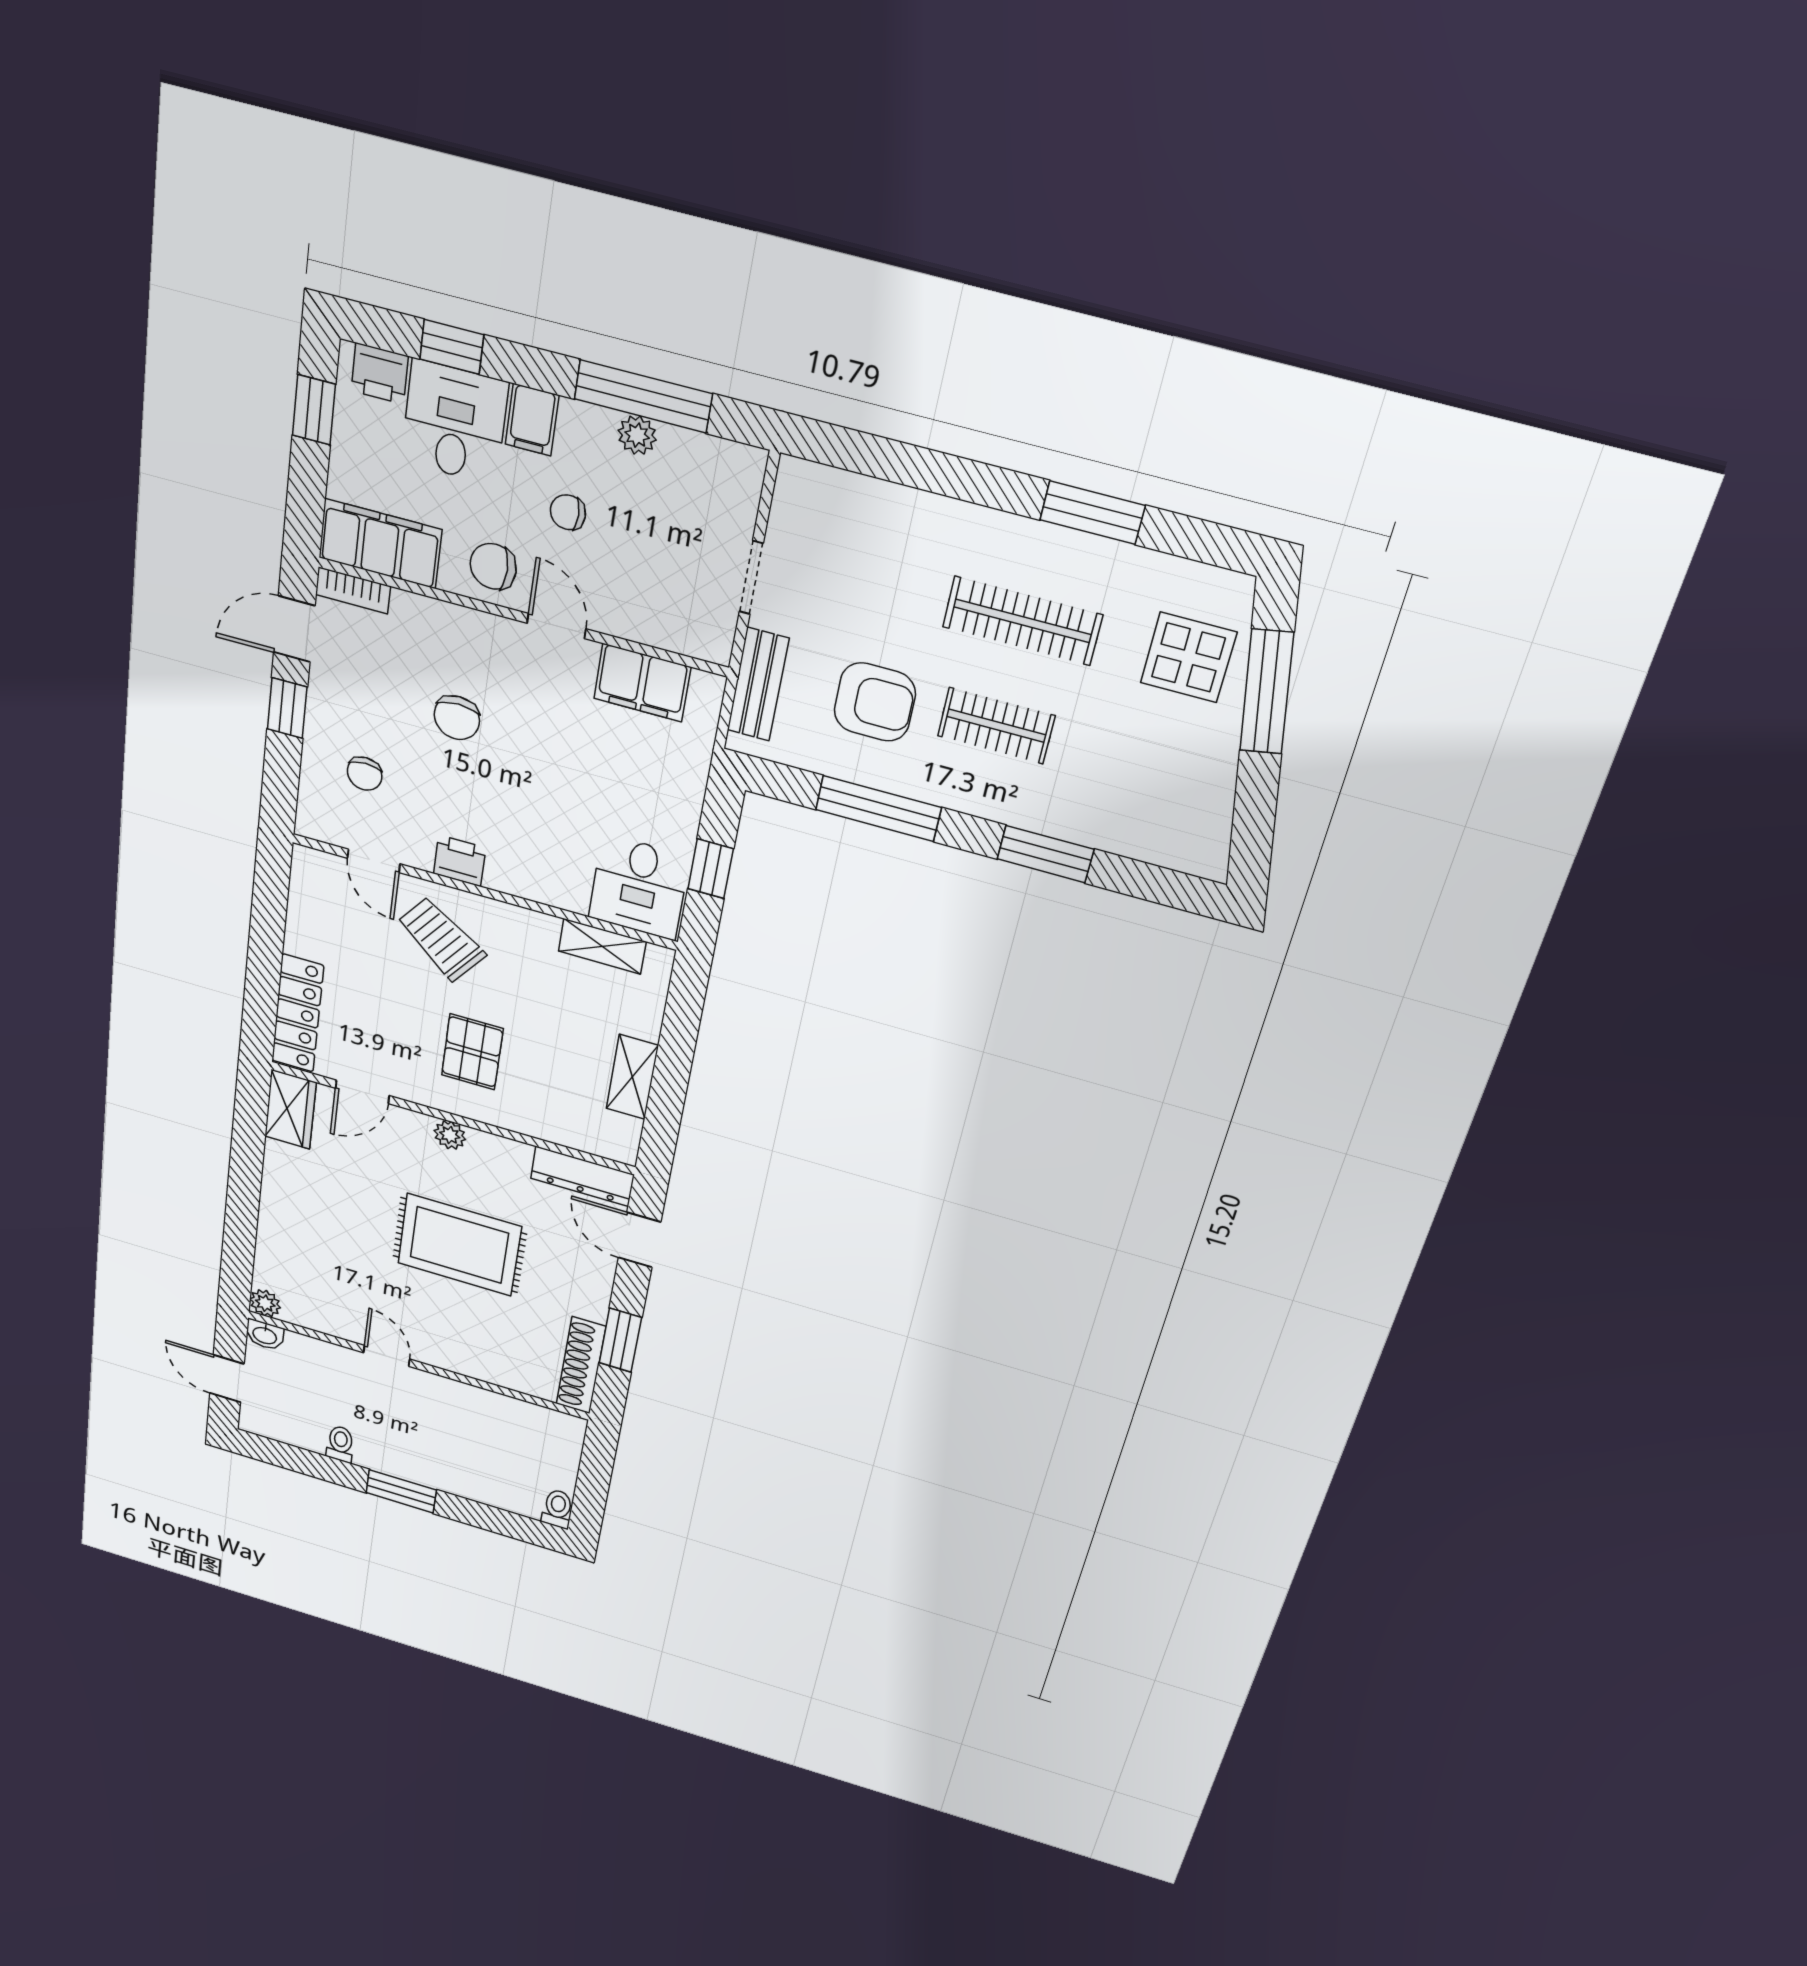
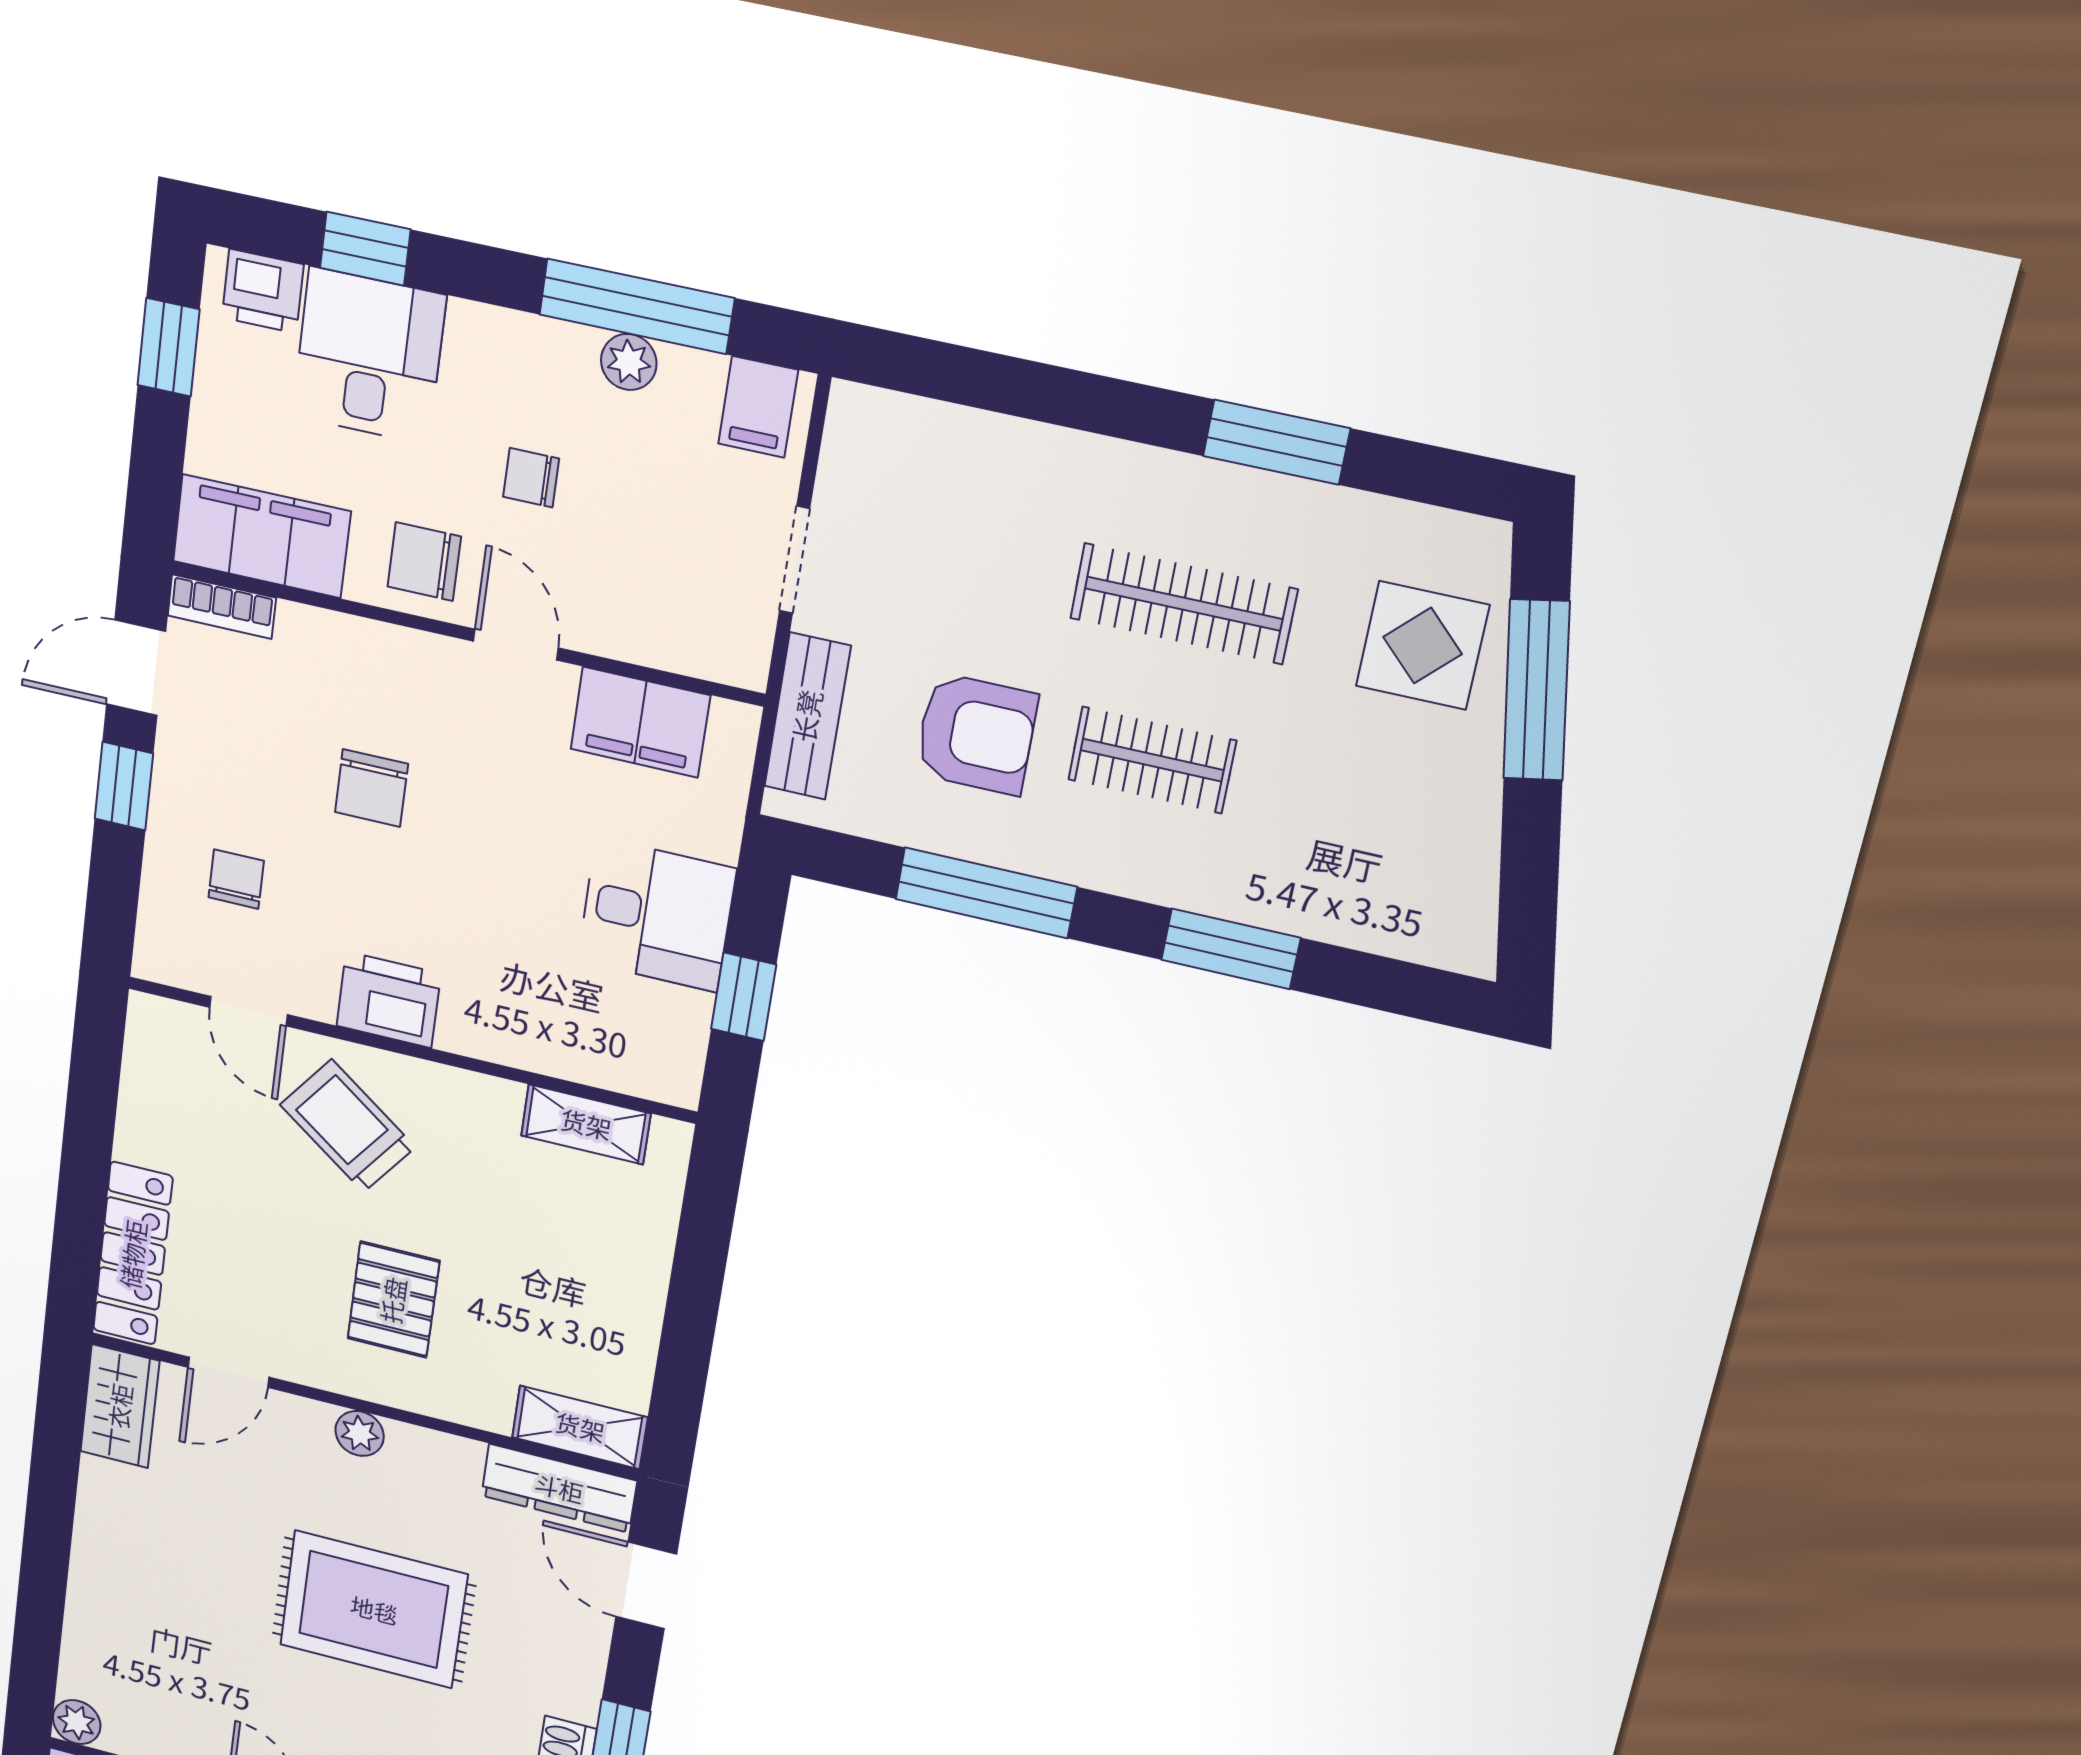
filing cabinet: (532, 420) -> (758, 407), moved
chair: (365, 774) -> (236, 879), turned 180
printer: (460, 861) -> (389, 1000), width x1.36, depth x1.24
desk: (639, 887) -> (657, 915), moved, turned -90
shelving: (632, 1077) -> (580, 1427), moved, turned 90

